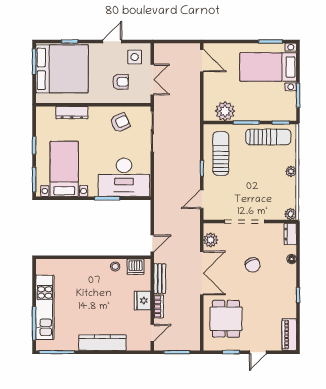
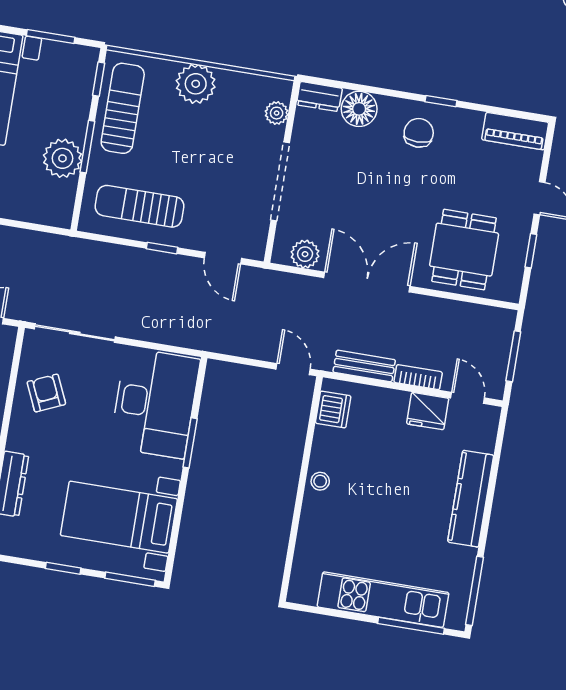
plant: (225, 111) -> (62, 158), moved
plant: (291, 171) -> (196, 84), width x1.87, depth x1.87
plant: (291, 214) -> (277, 113), moved
floor lamp: (292, 259) -> (359, 109), width x1.89, depth x1.89
chair: (253, 265) -> (419, 133), moved, turned -67
stool: (115, 266) -> (320, 481), moved
fridge: (143, 301) -> (428, 411), moved
dining table: (226, 319) -> (464, 250), turned 90

